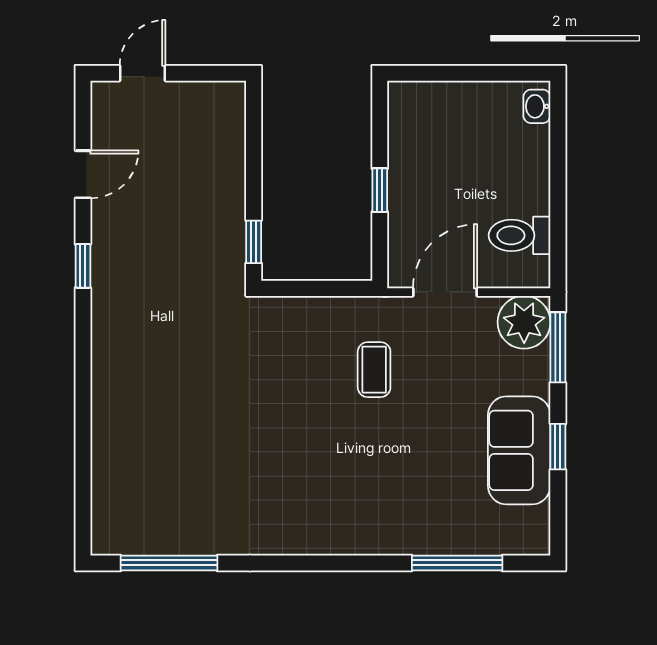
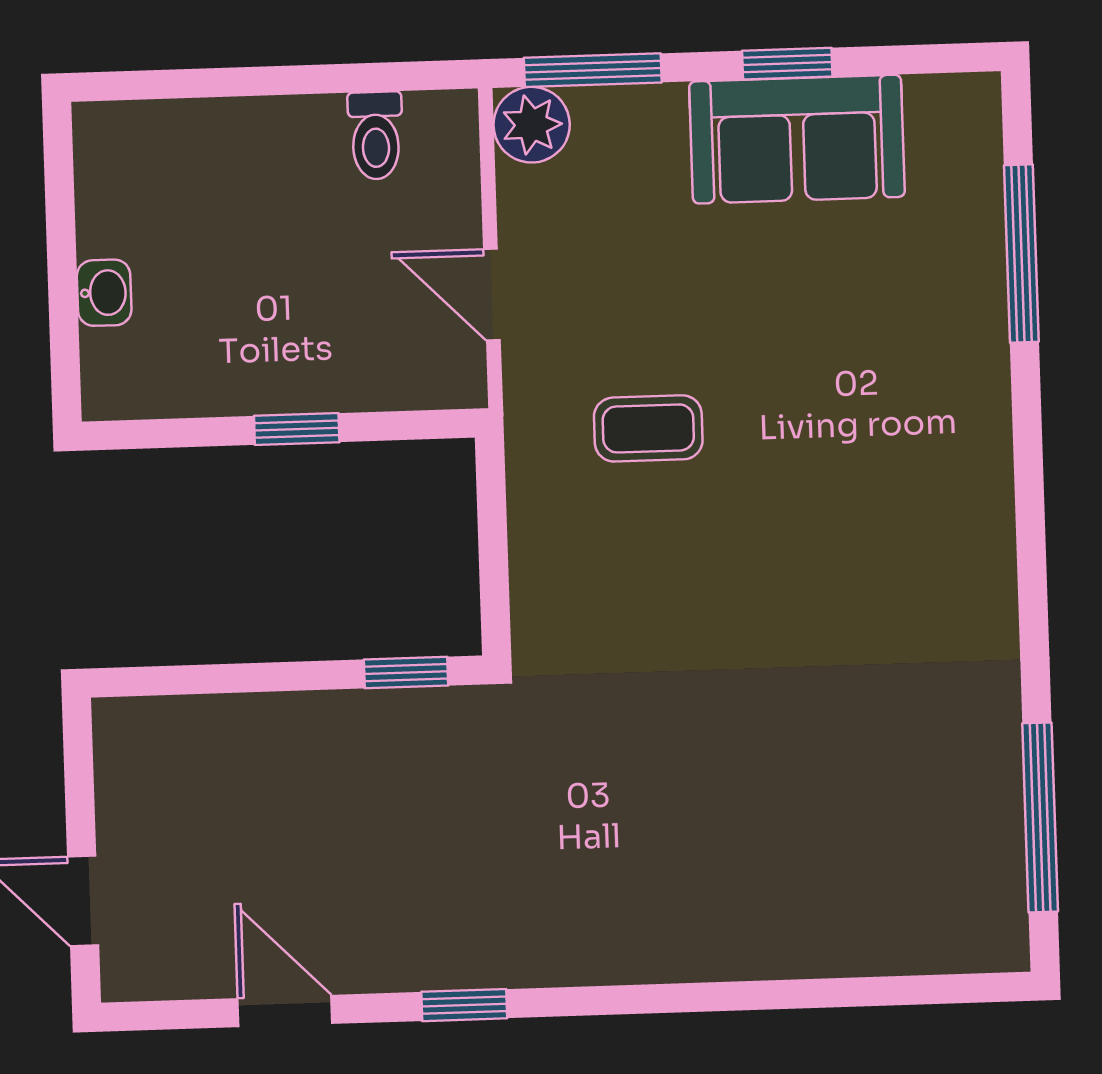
washbasin: (537, 106) -> (104, 293), moved, turned -90
toilet: (520, 235) -> (376, 136), width x0.73, depth x0.72
door: (445, 292) -> (492, 295), width x0.73
plant: (524, 322) -> (532, 125), width x0.73, depth x0.73

